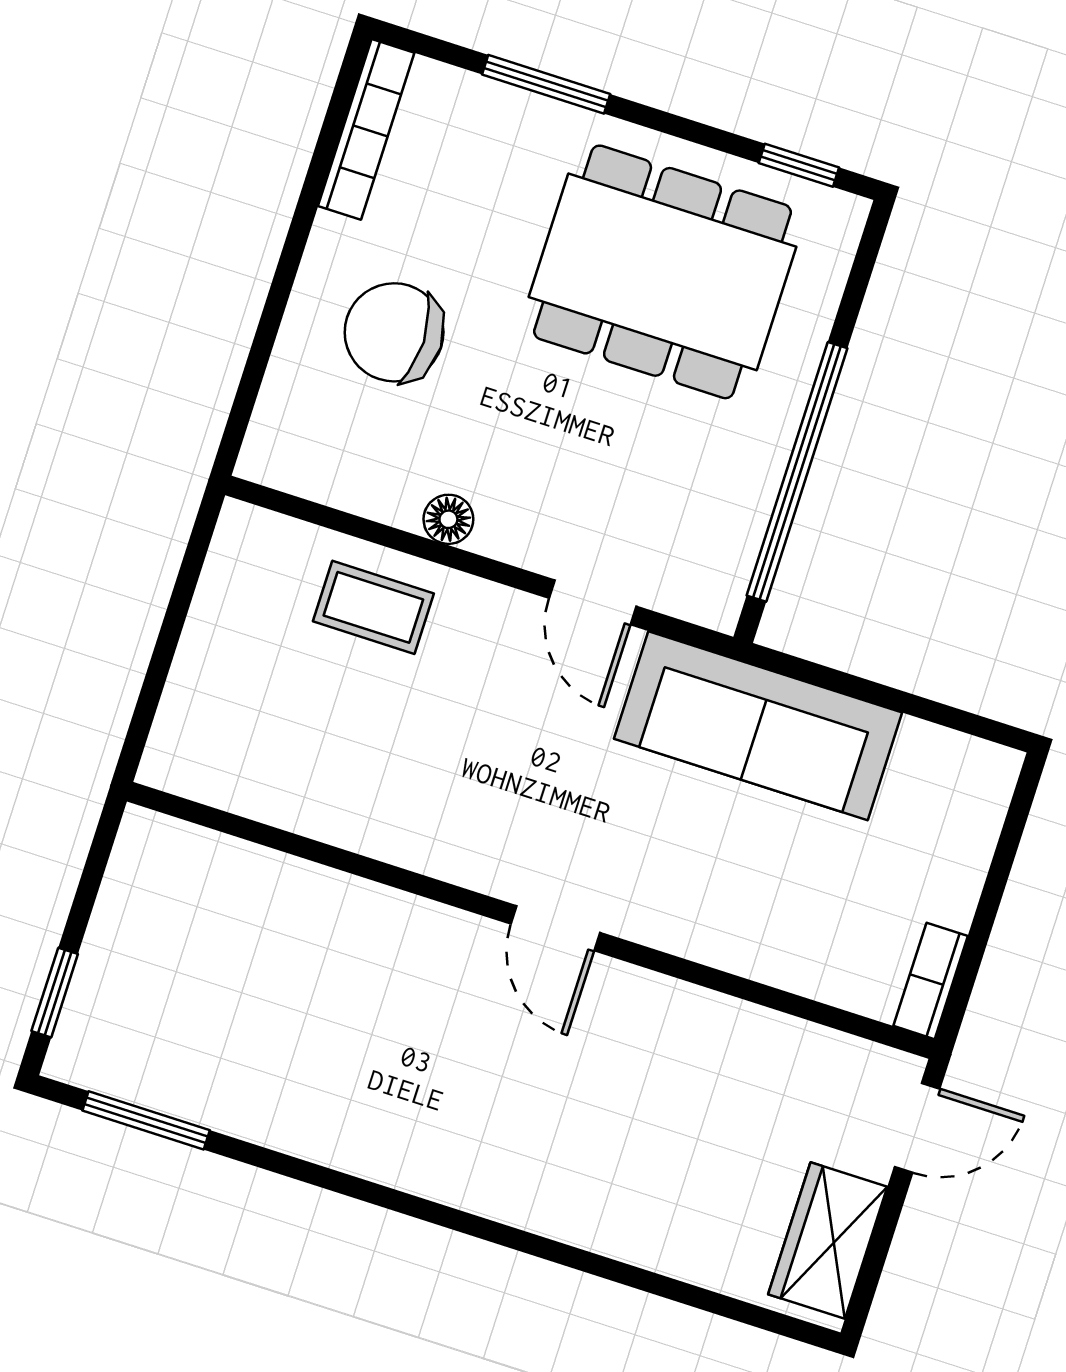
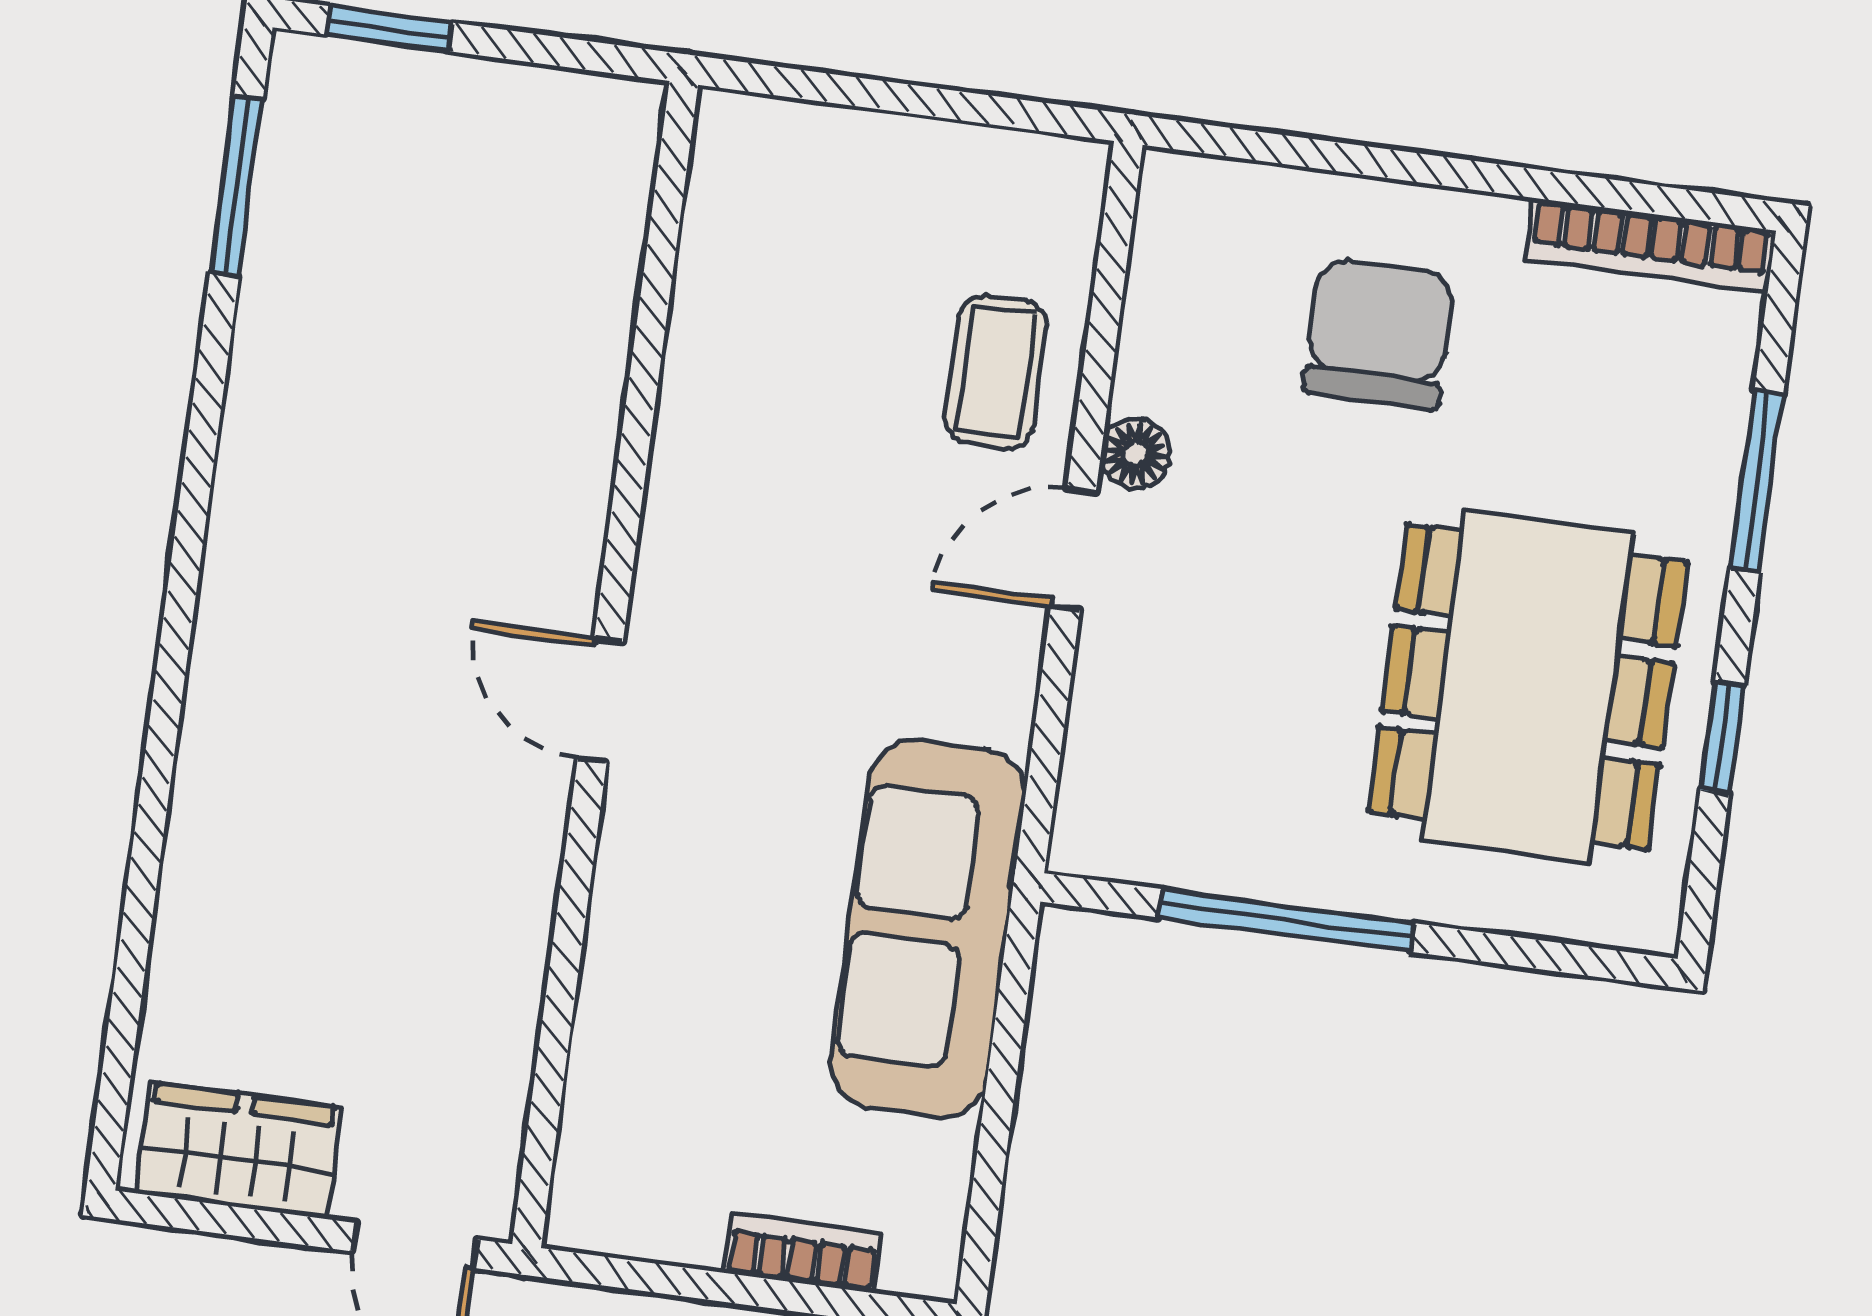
window: (799, 165) -> (1722, 738), moved
window: (797, 472) -> (1286, 920), width x0.68
door: (593, 602) -> (1073, 549), moved
door: (555, 928) -> (600, 700), hinge flipped
bookcase: (931, 981) -> (803, 1253), moved

